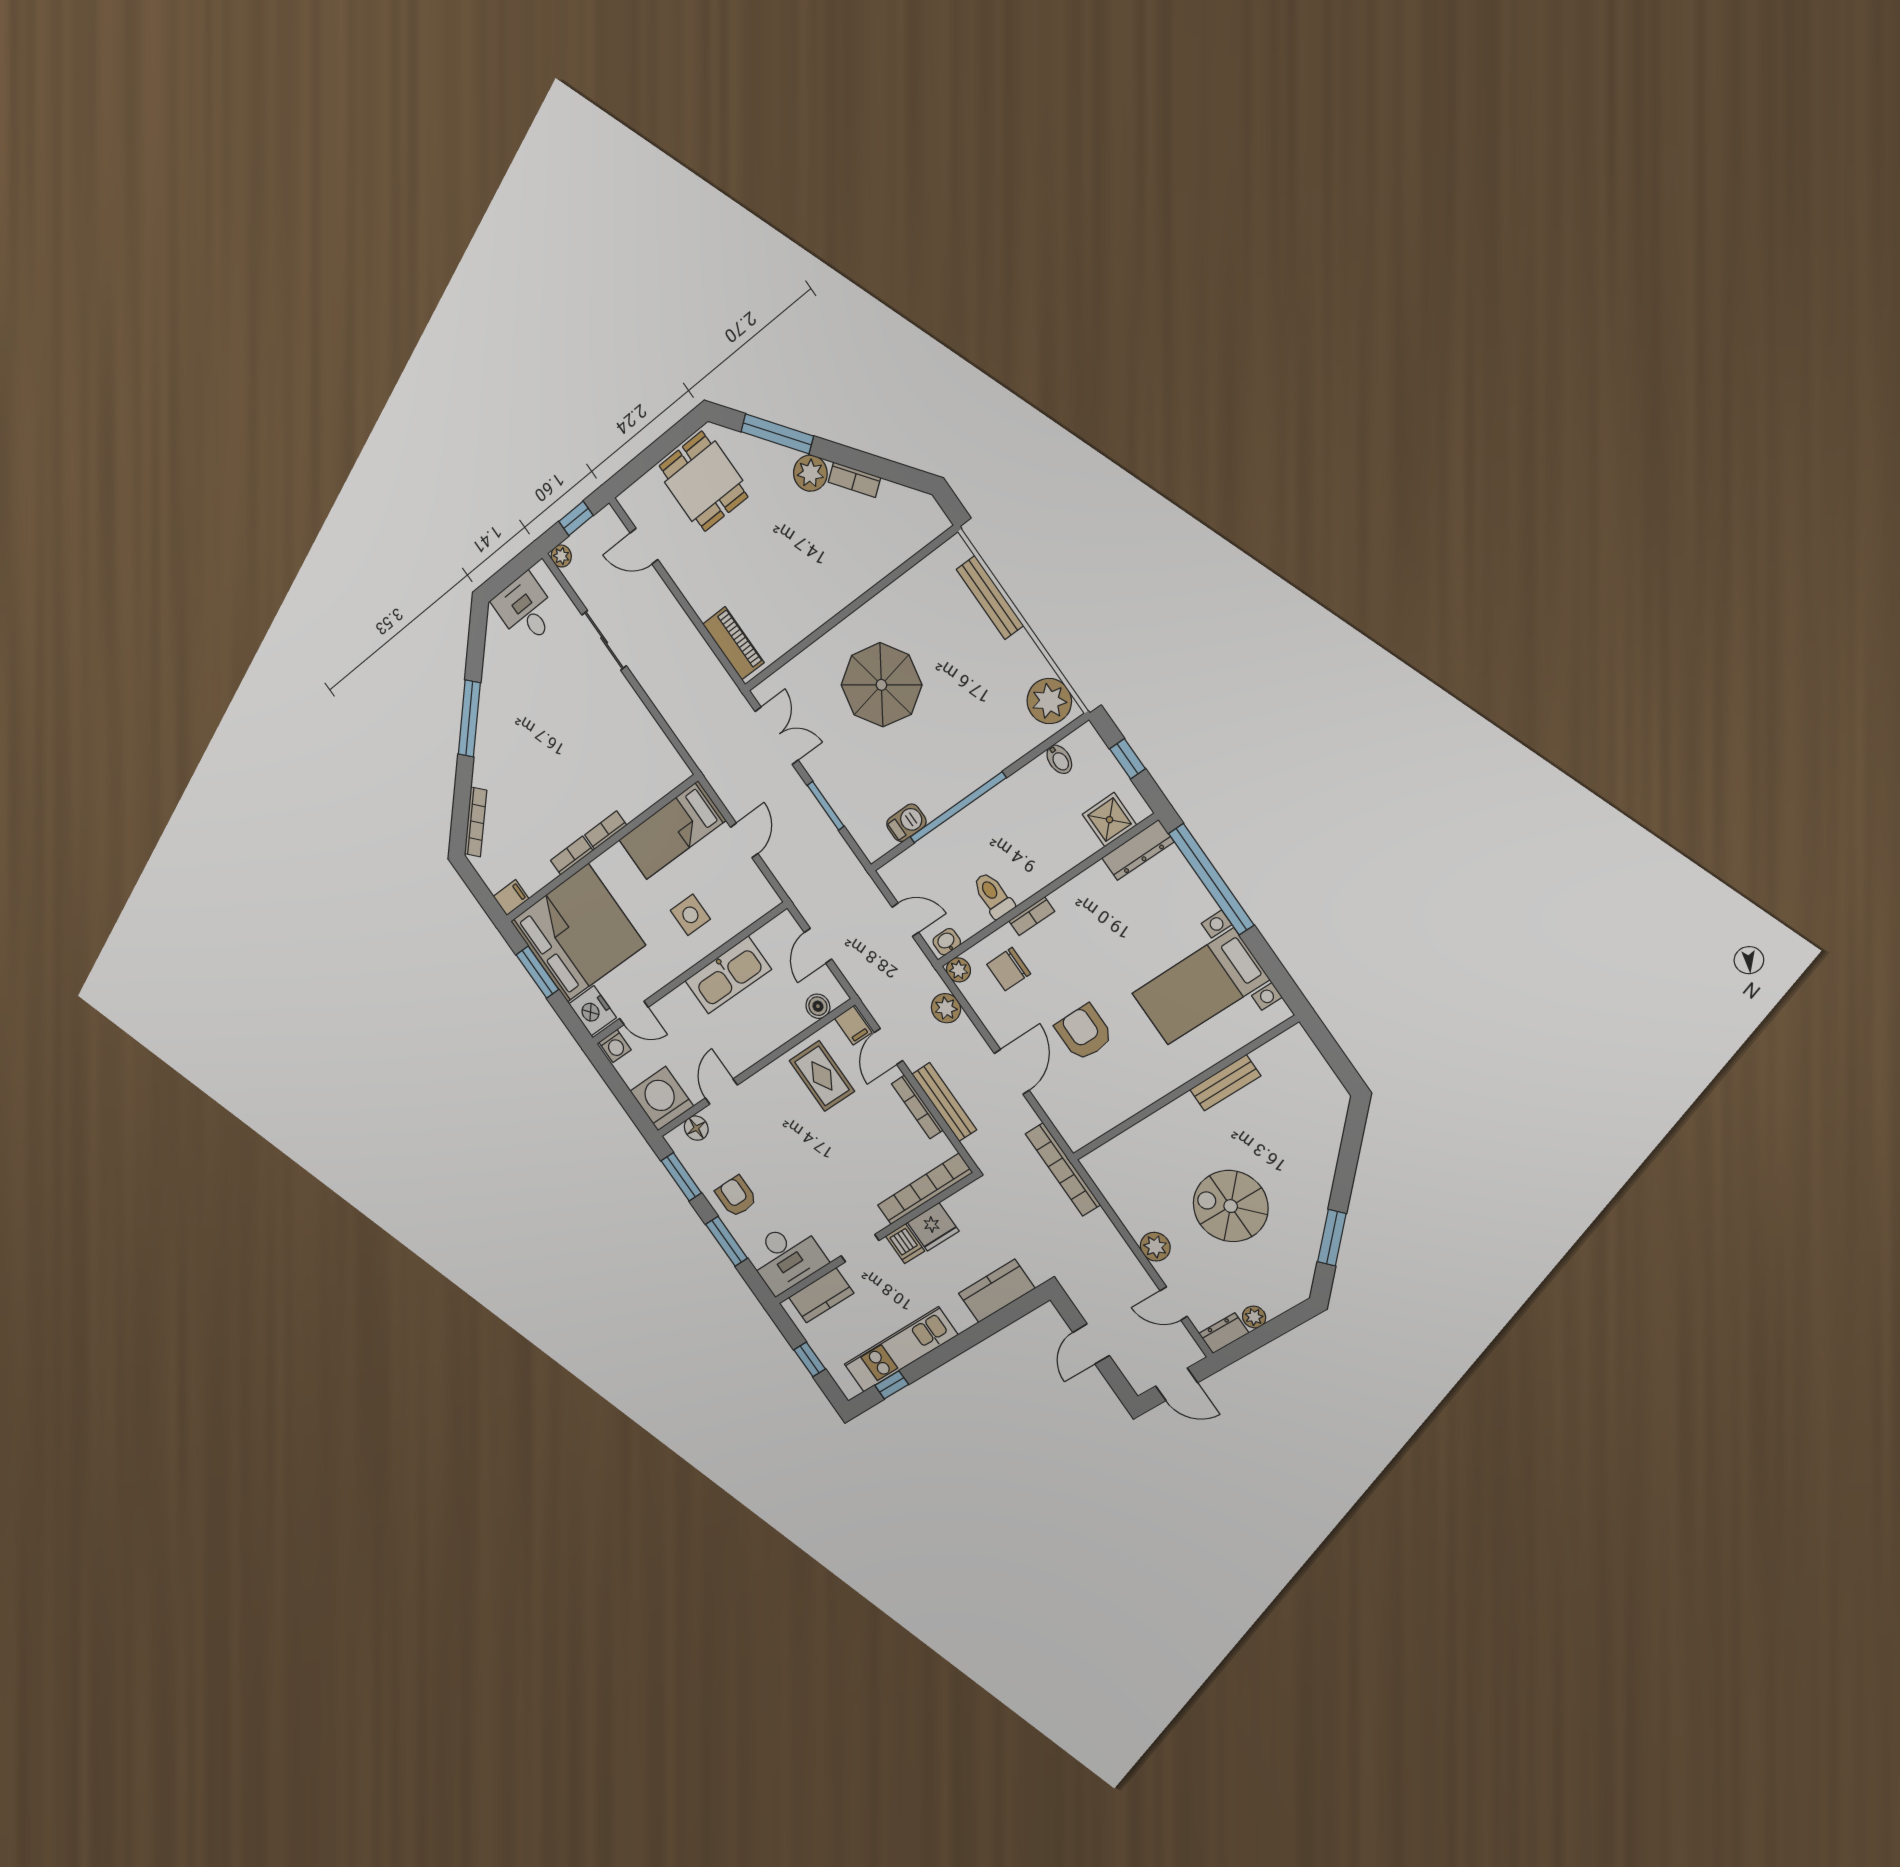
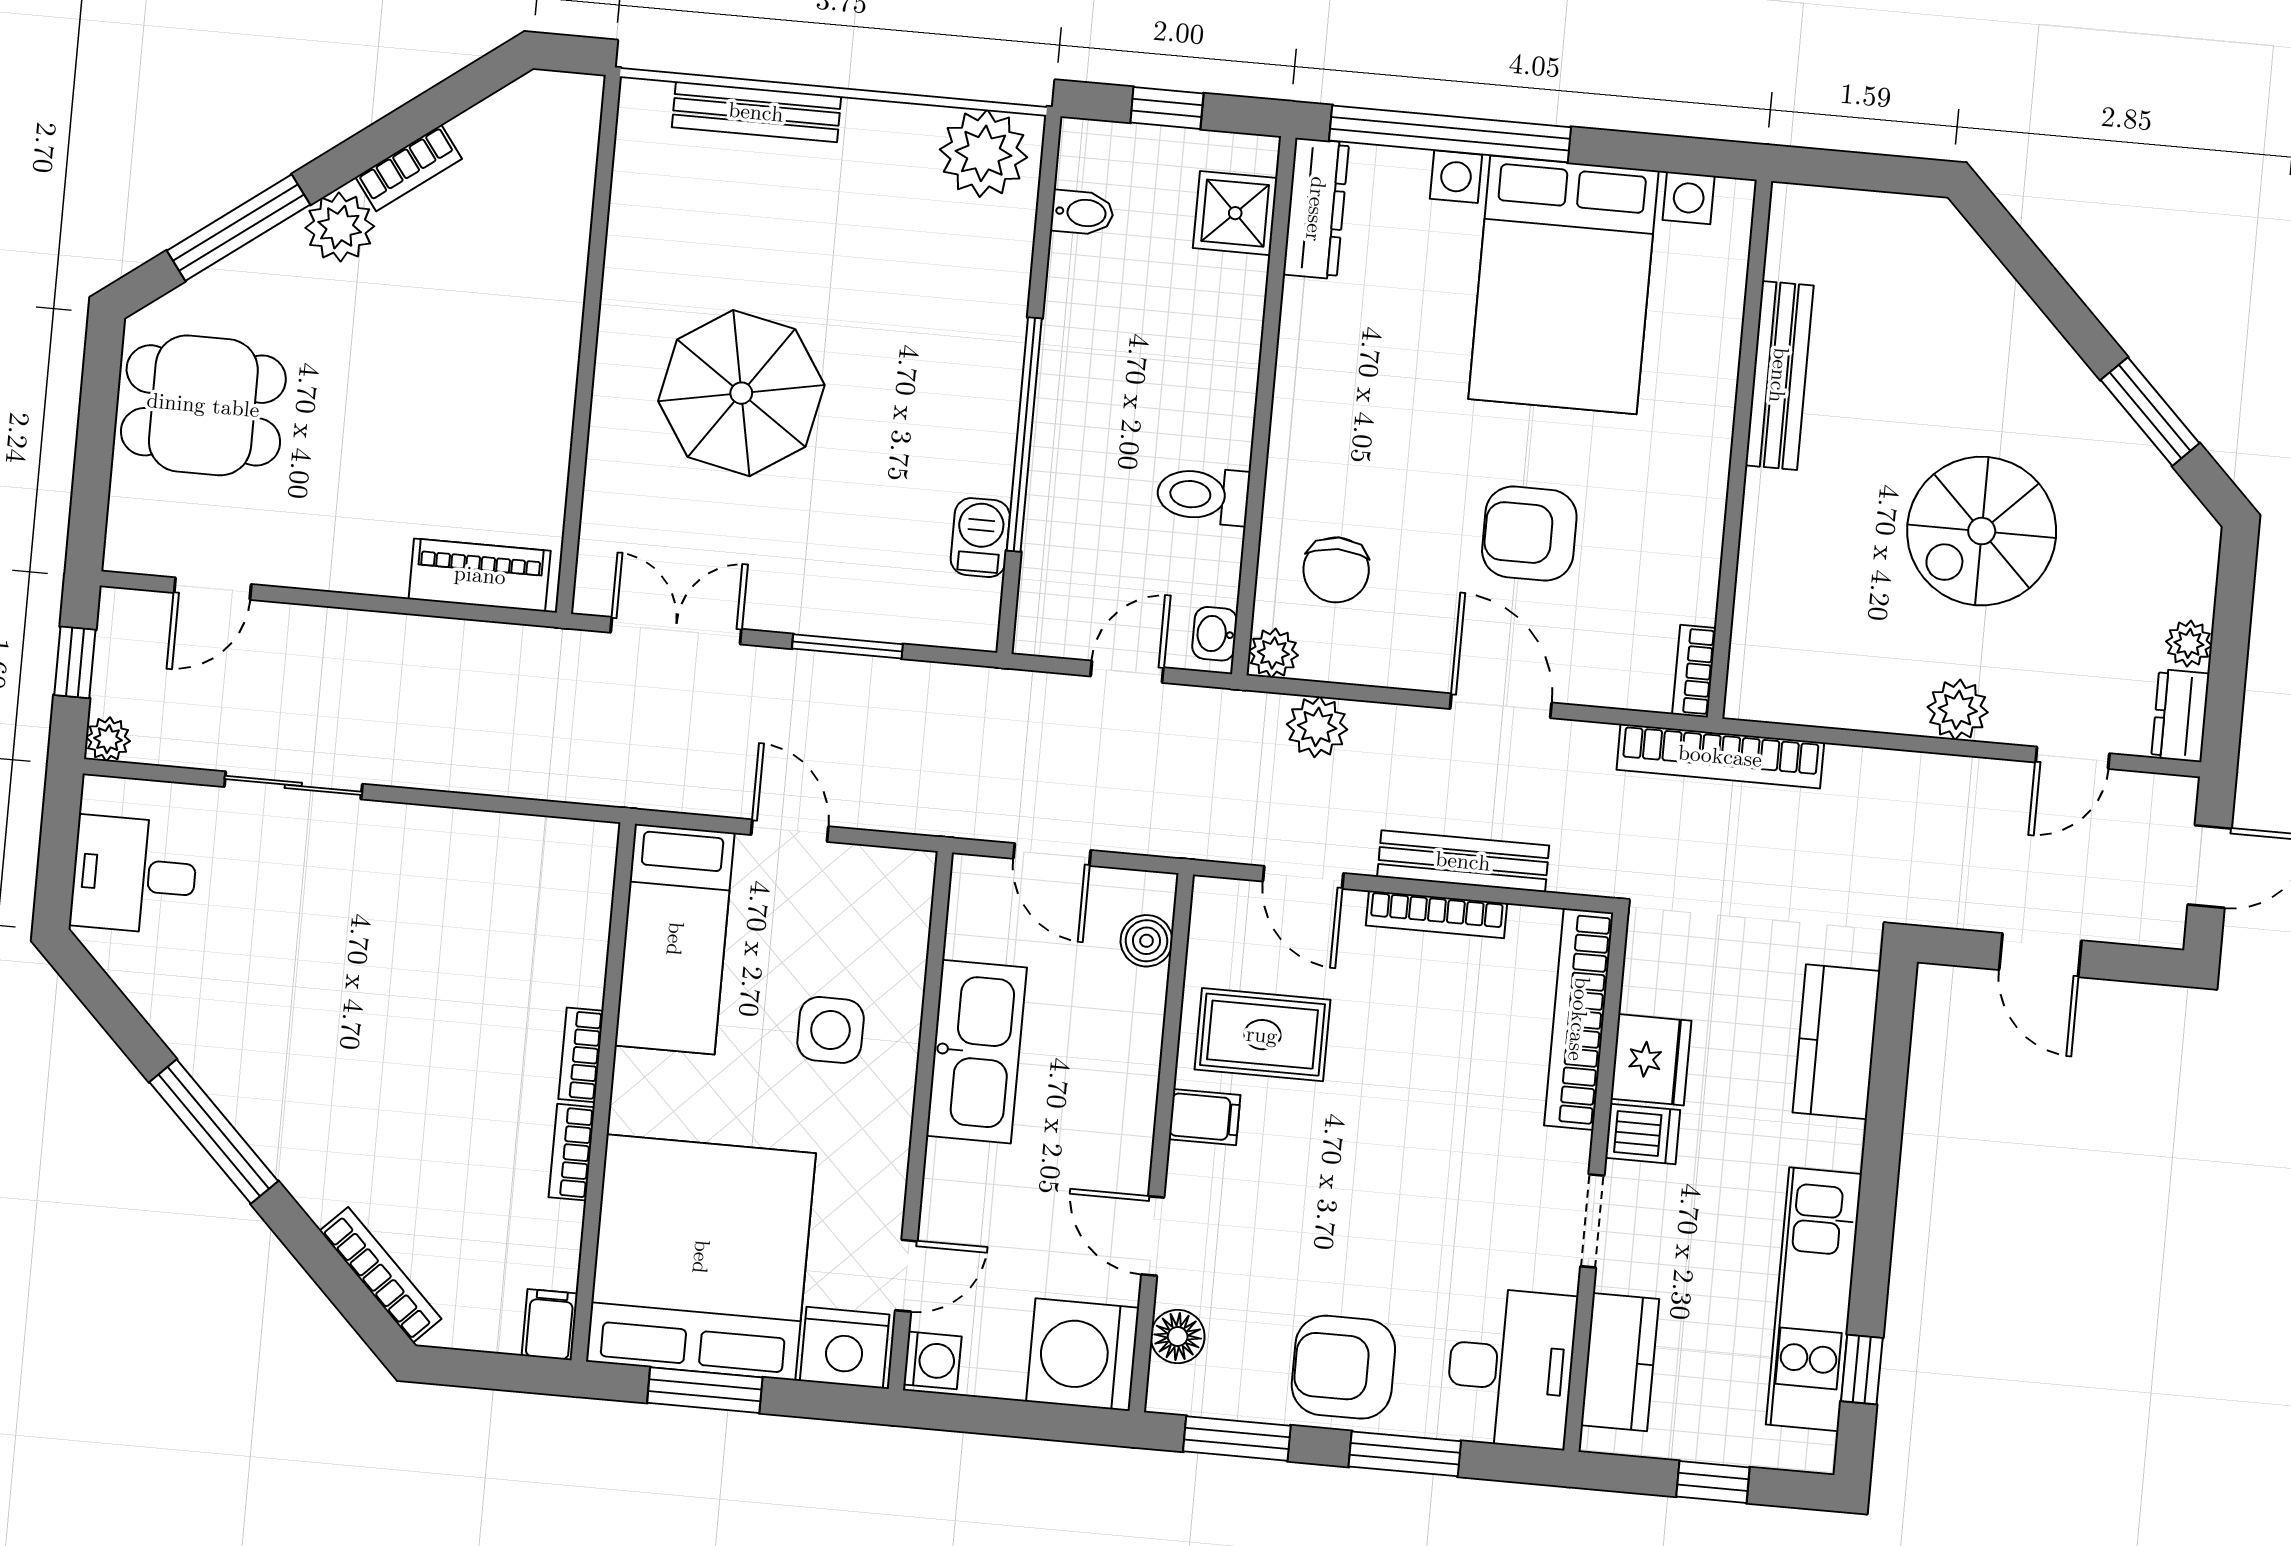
bookcase: (1032, 916) -> (1694, 671), moved, turned 180
bed with nightstands: (1201, 987) -> (1563, 285), width x1.36
filing cabinet: (853, 1025) -> (1205, 1117), moved
bench: (1225, 1083) -> (1779, 375), width x1.36
armchair: (736, 1196) -> (1343, 1367), width x1.38, depth x1.38

